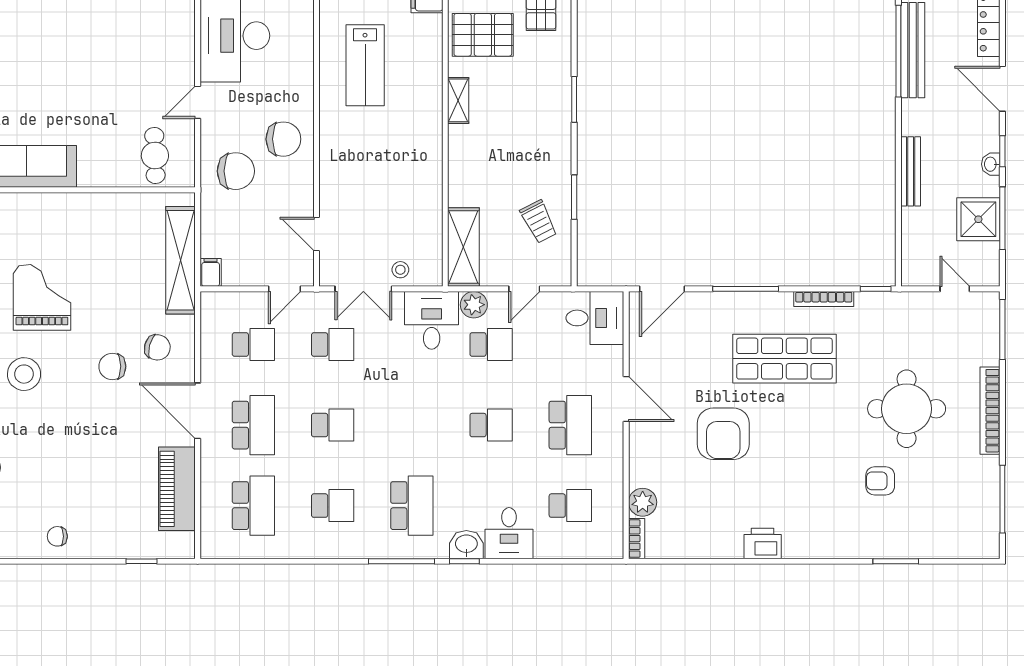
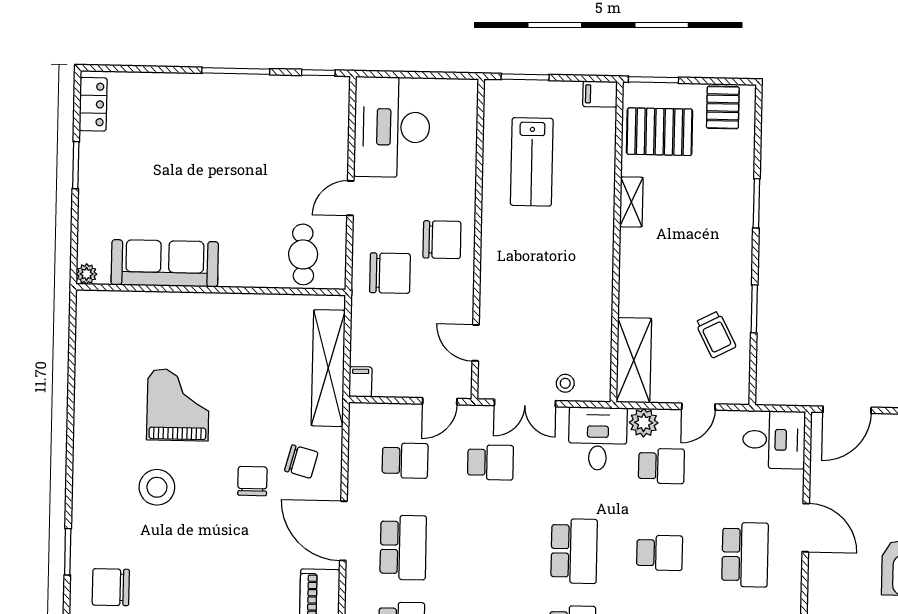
chair: (112, 366) -> (252, 481), turned 90
school desk: (333, 425) -> (574, 551), moved, width x1.85

